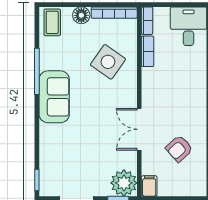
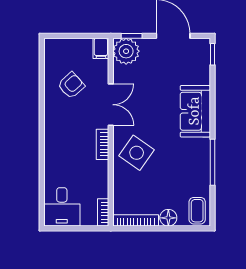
bookcase: (148, 51) -> (102, 144), moved
side table: (108, 62) -> (137, 153), moved
sofa: (54, 97) -> (195, 111), moved

